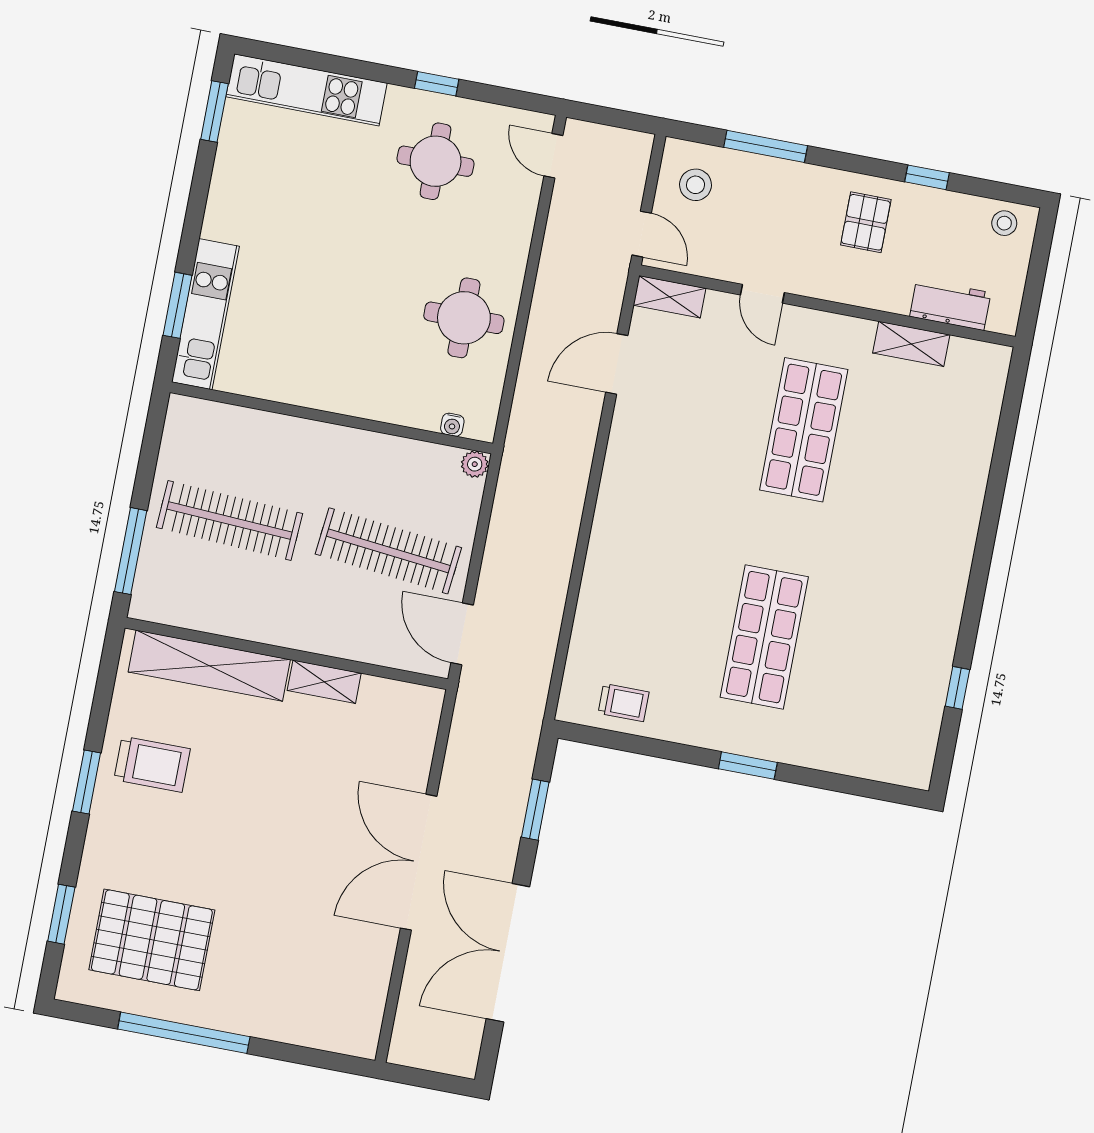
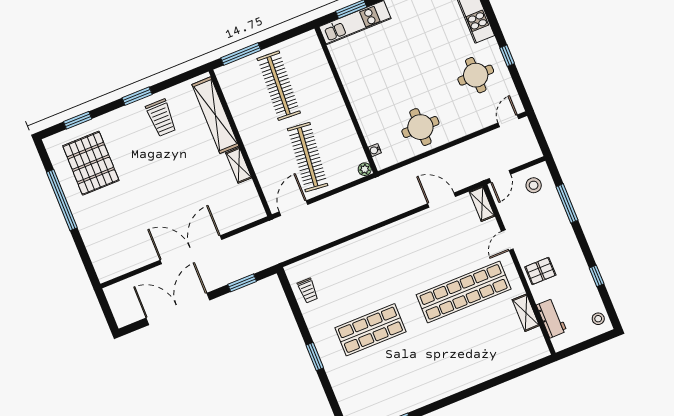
pallet: (866, 222) -> (540, 271), moved
shop shelf: (804, 430) -> (464, 292), width x1.40

